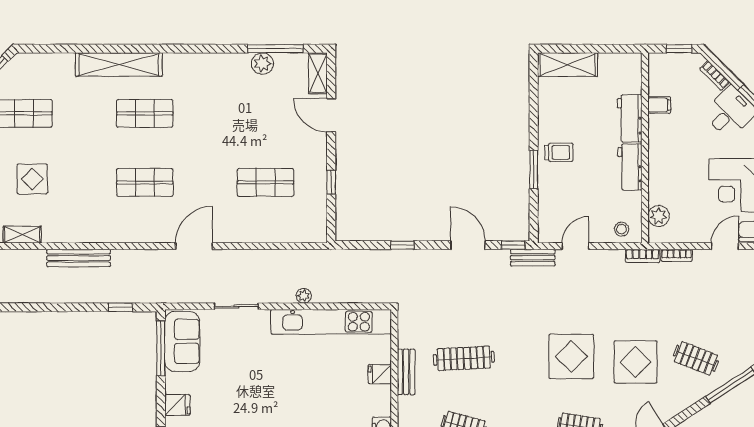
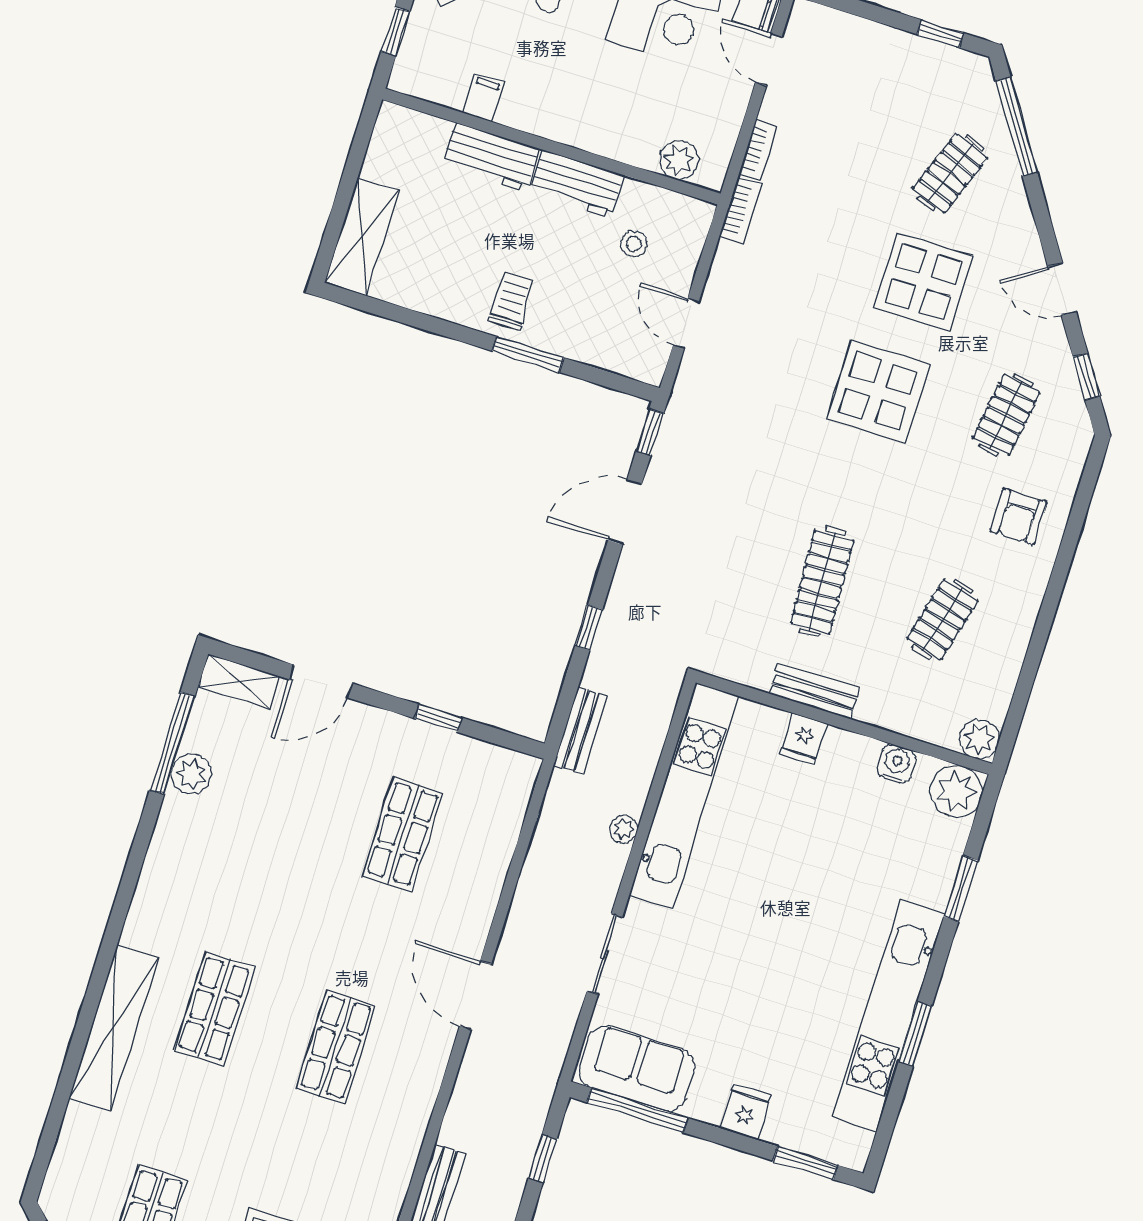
stool: (621, 229) -> (634, 244), moved
bench: (533, 258) -> (581, 731), moved

